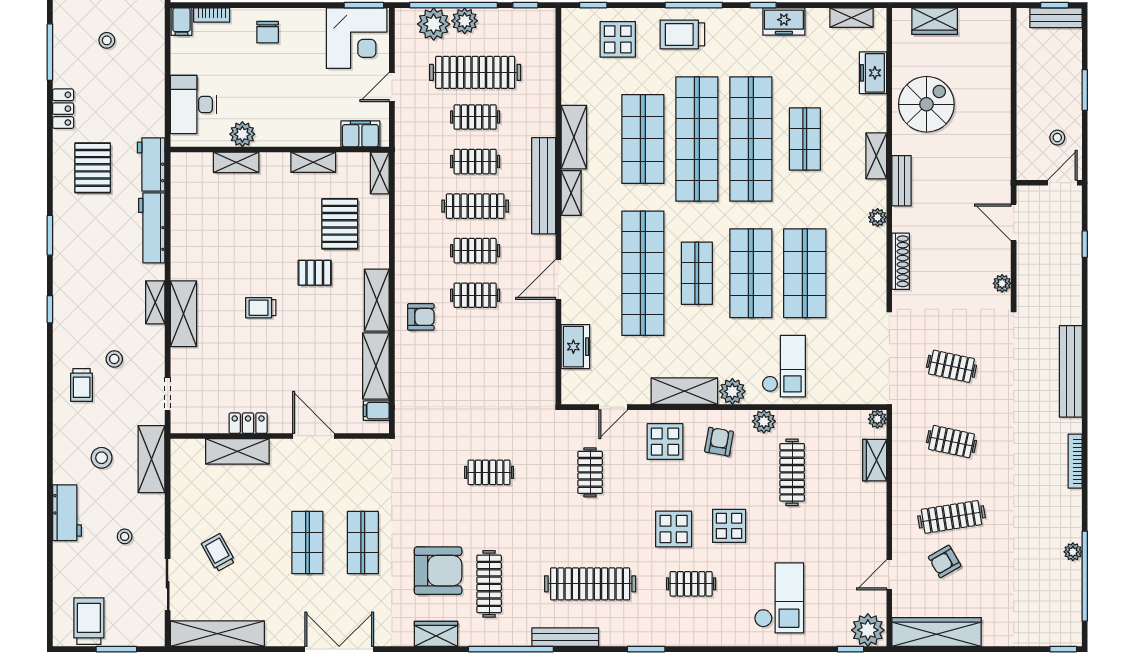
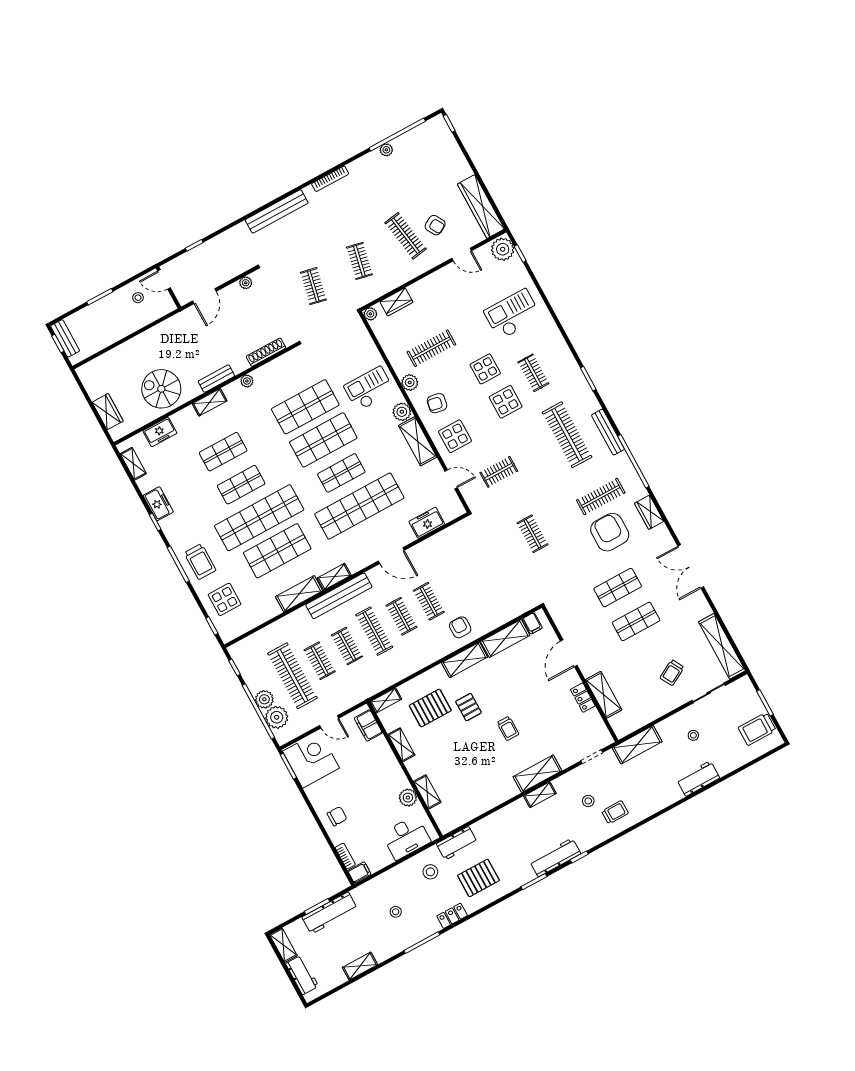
shop shelf: (751, 139) -> (241, 485), width x0.50, depth x0.74
workbench: (152, 228) -> (555, 857), moved, turned 180
stool: (102, 458) -> (430, 872), moved

